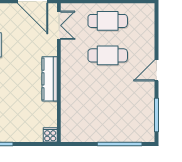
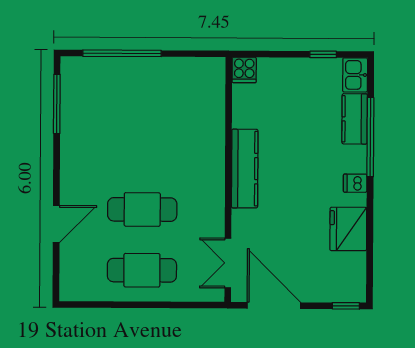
door: (156, 70) -> (56, 224), moved

